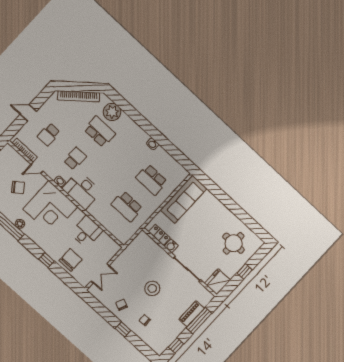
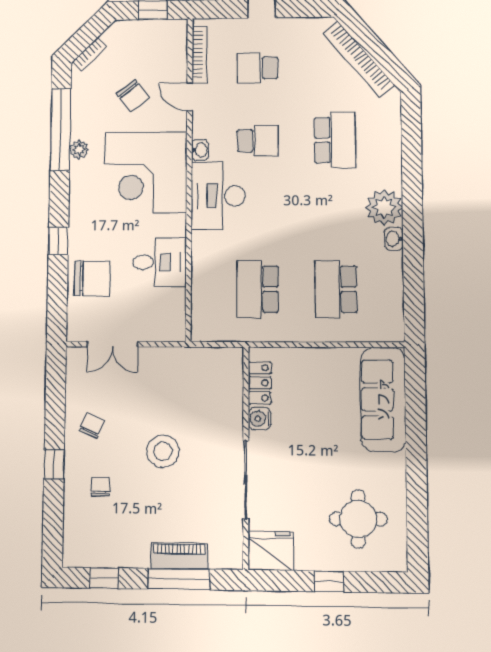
plant: (112, 112) -> (384, 207), moved
sofa: (184, 199) -> (383, 399), moved, turned 90

